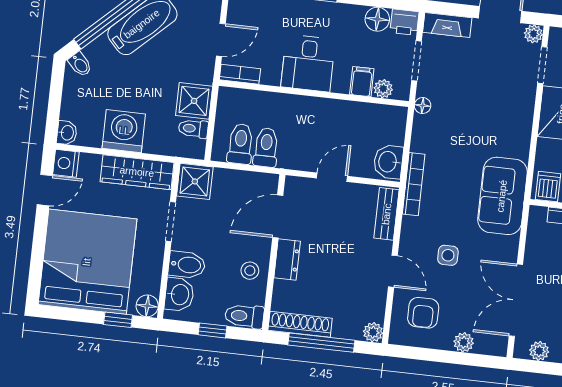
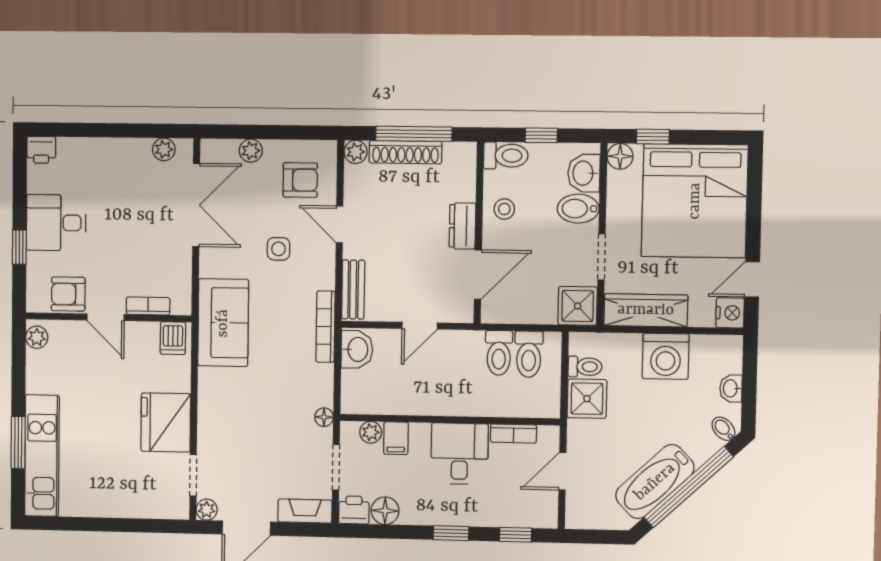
bookcase: (240, 74) -> (514, 434), moved
washbasin: (67, 133) -> (731, 388), moved
armchair: (423, 313) -> (300, 180), turned 90
shoe rack: (300, 324) -> (405, 152), moved

